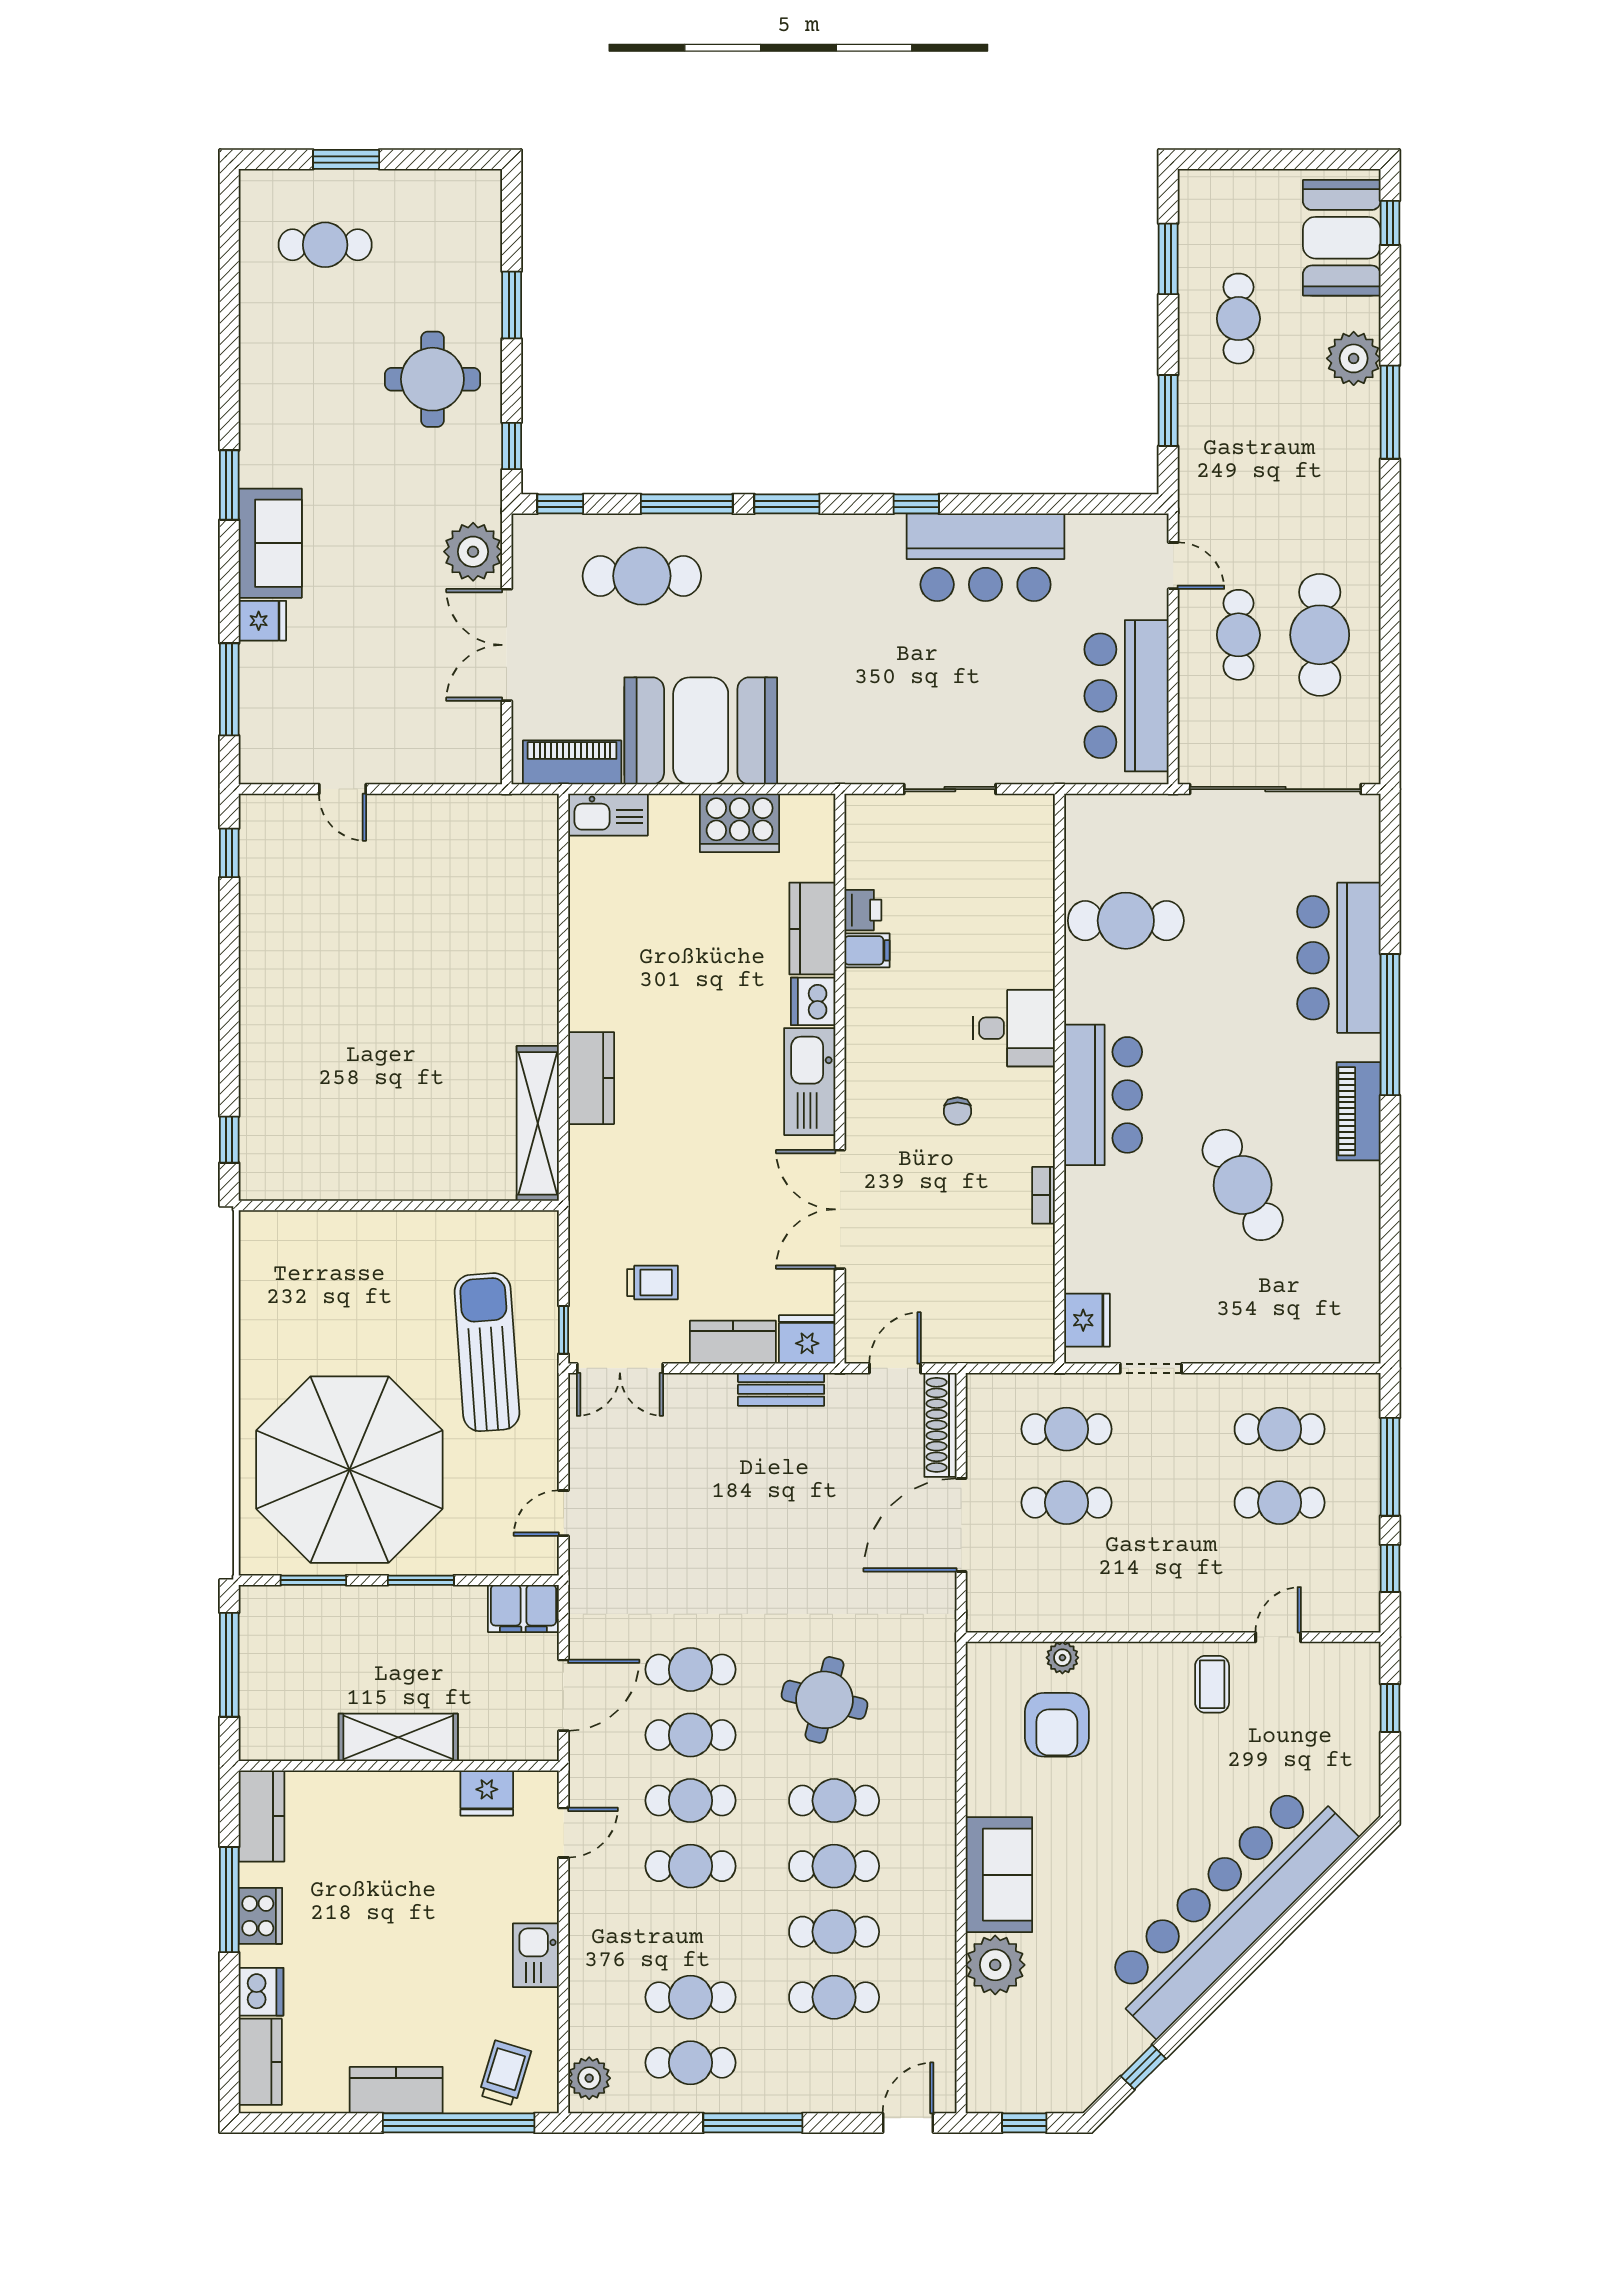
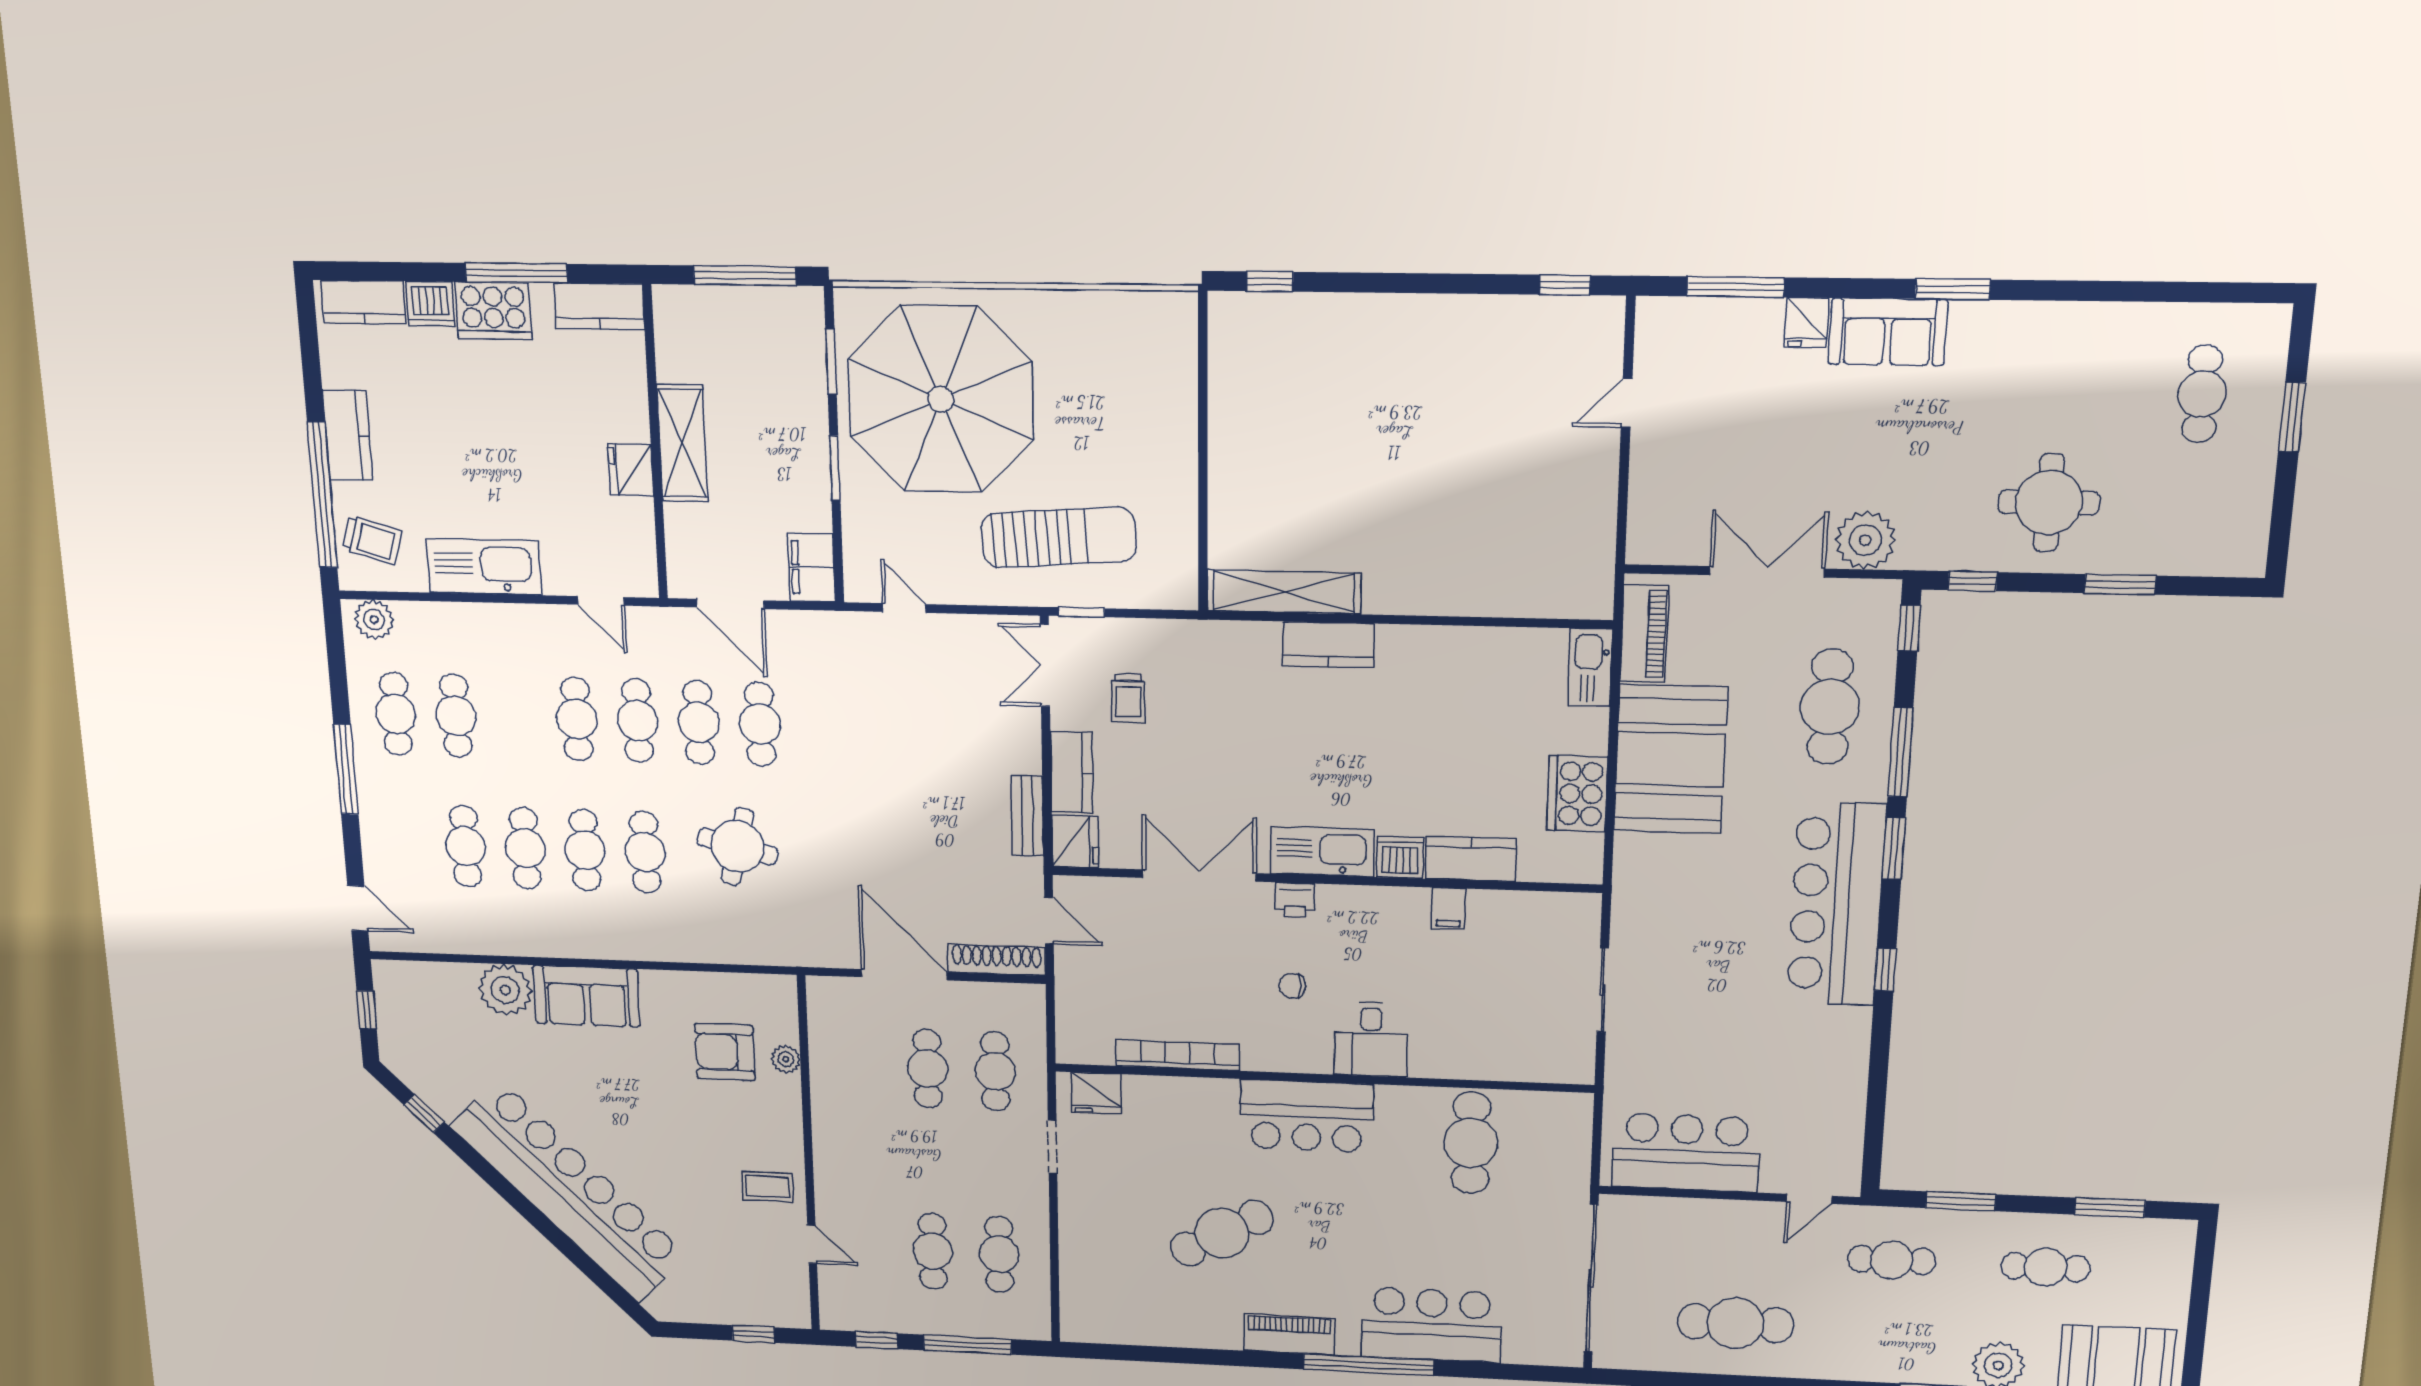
bar counter: (986, 557) -> (1836, 904), moved, width x1.36
cafe table: (1238, 635) -> (1892, 1260), moved
printer: (863, 910) -> (1295, 900), moved
bookcase: (1044, 1195) -> (1178, 1055), width x2.31, depth x1.31
fridge: (487, 1793) -> (631, 470), moved
cooker: (260, 1916) -> (493, 311), width x1.37, depth x1.31
kitchen sink: (536, 1955) -> (484, 567), width x1.87, depth x1.24

